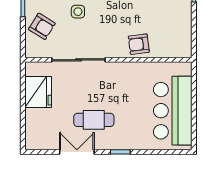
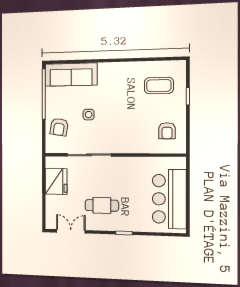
armchair: (42, 26) -> (59, 127), turned 67
armchair: (139, 44) -> (167, 131), moved, turned -83
double door: (77, 152) -> (71, 231), moved

